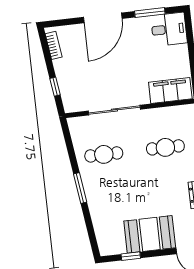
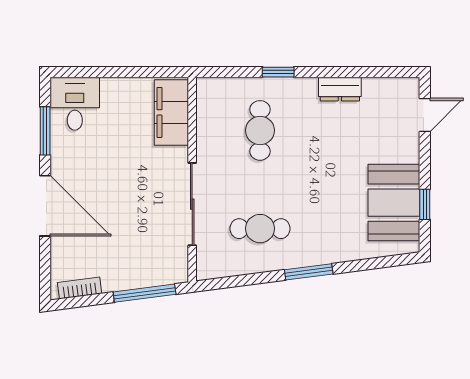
window: (55, 87) -> (145, 293), width x2.17
cafe table: (104, 154) -> (260, 229), turned 90
booth: (150, 234) -> (394, 203), moved

